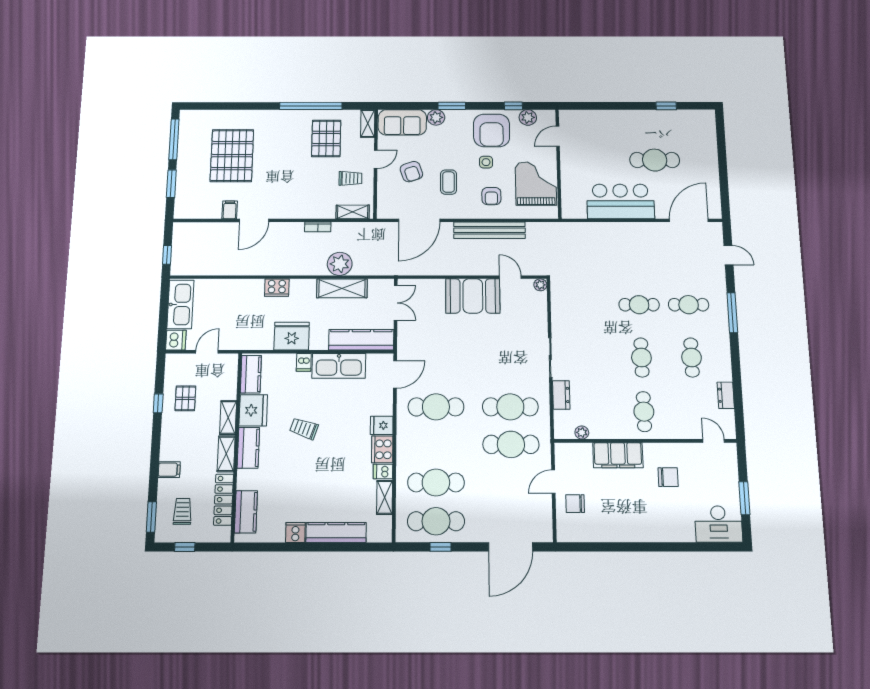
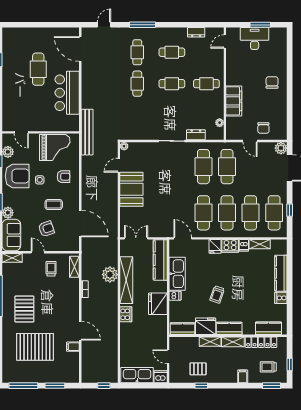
pallet: (326, 138) -> (24, 309), moved, turned 90
grand piano: (536, 184) -> (55, 148), turned 180
bench: (489, 230) -> (87, 132), moved
shelving: (342, 288) -> (126, 280), width x1.47
cafe table: (436, 444) -> (227, 213), added
chair: (668, 477) -> (272, 82), moved
desk: (718, 524) -> (255, 39), moved, turned -90
plant: (543, 532) -> (281, 148), added

